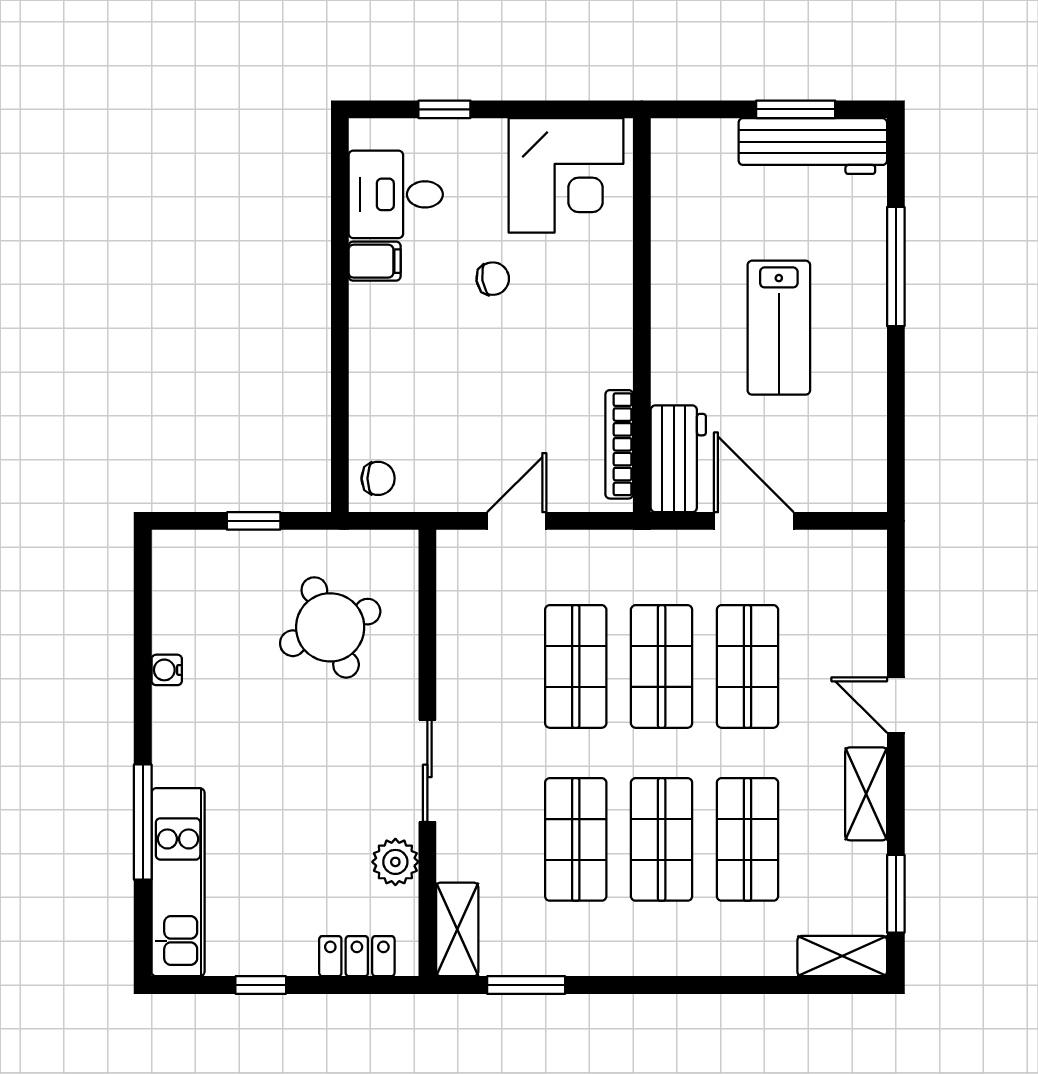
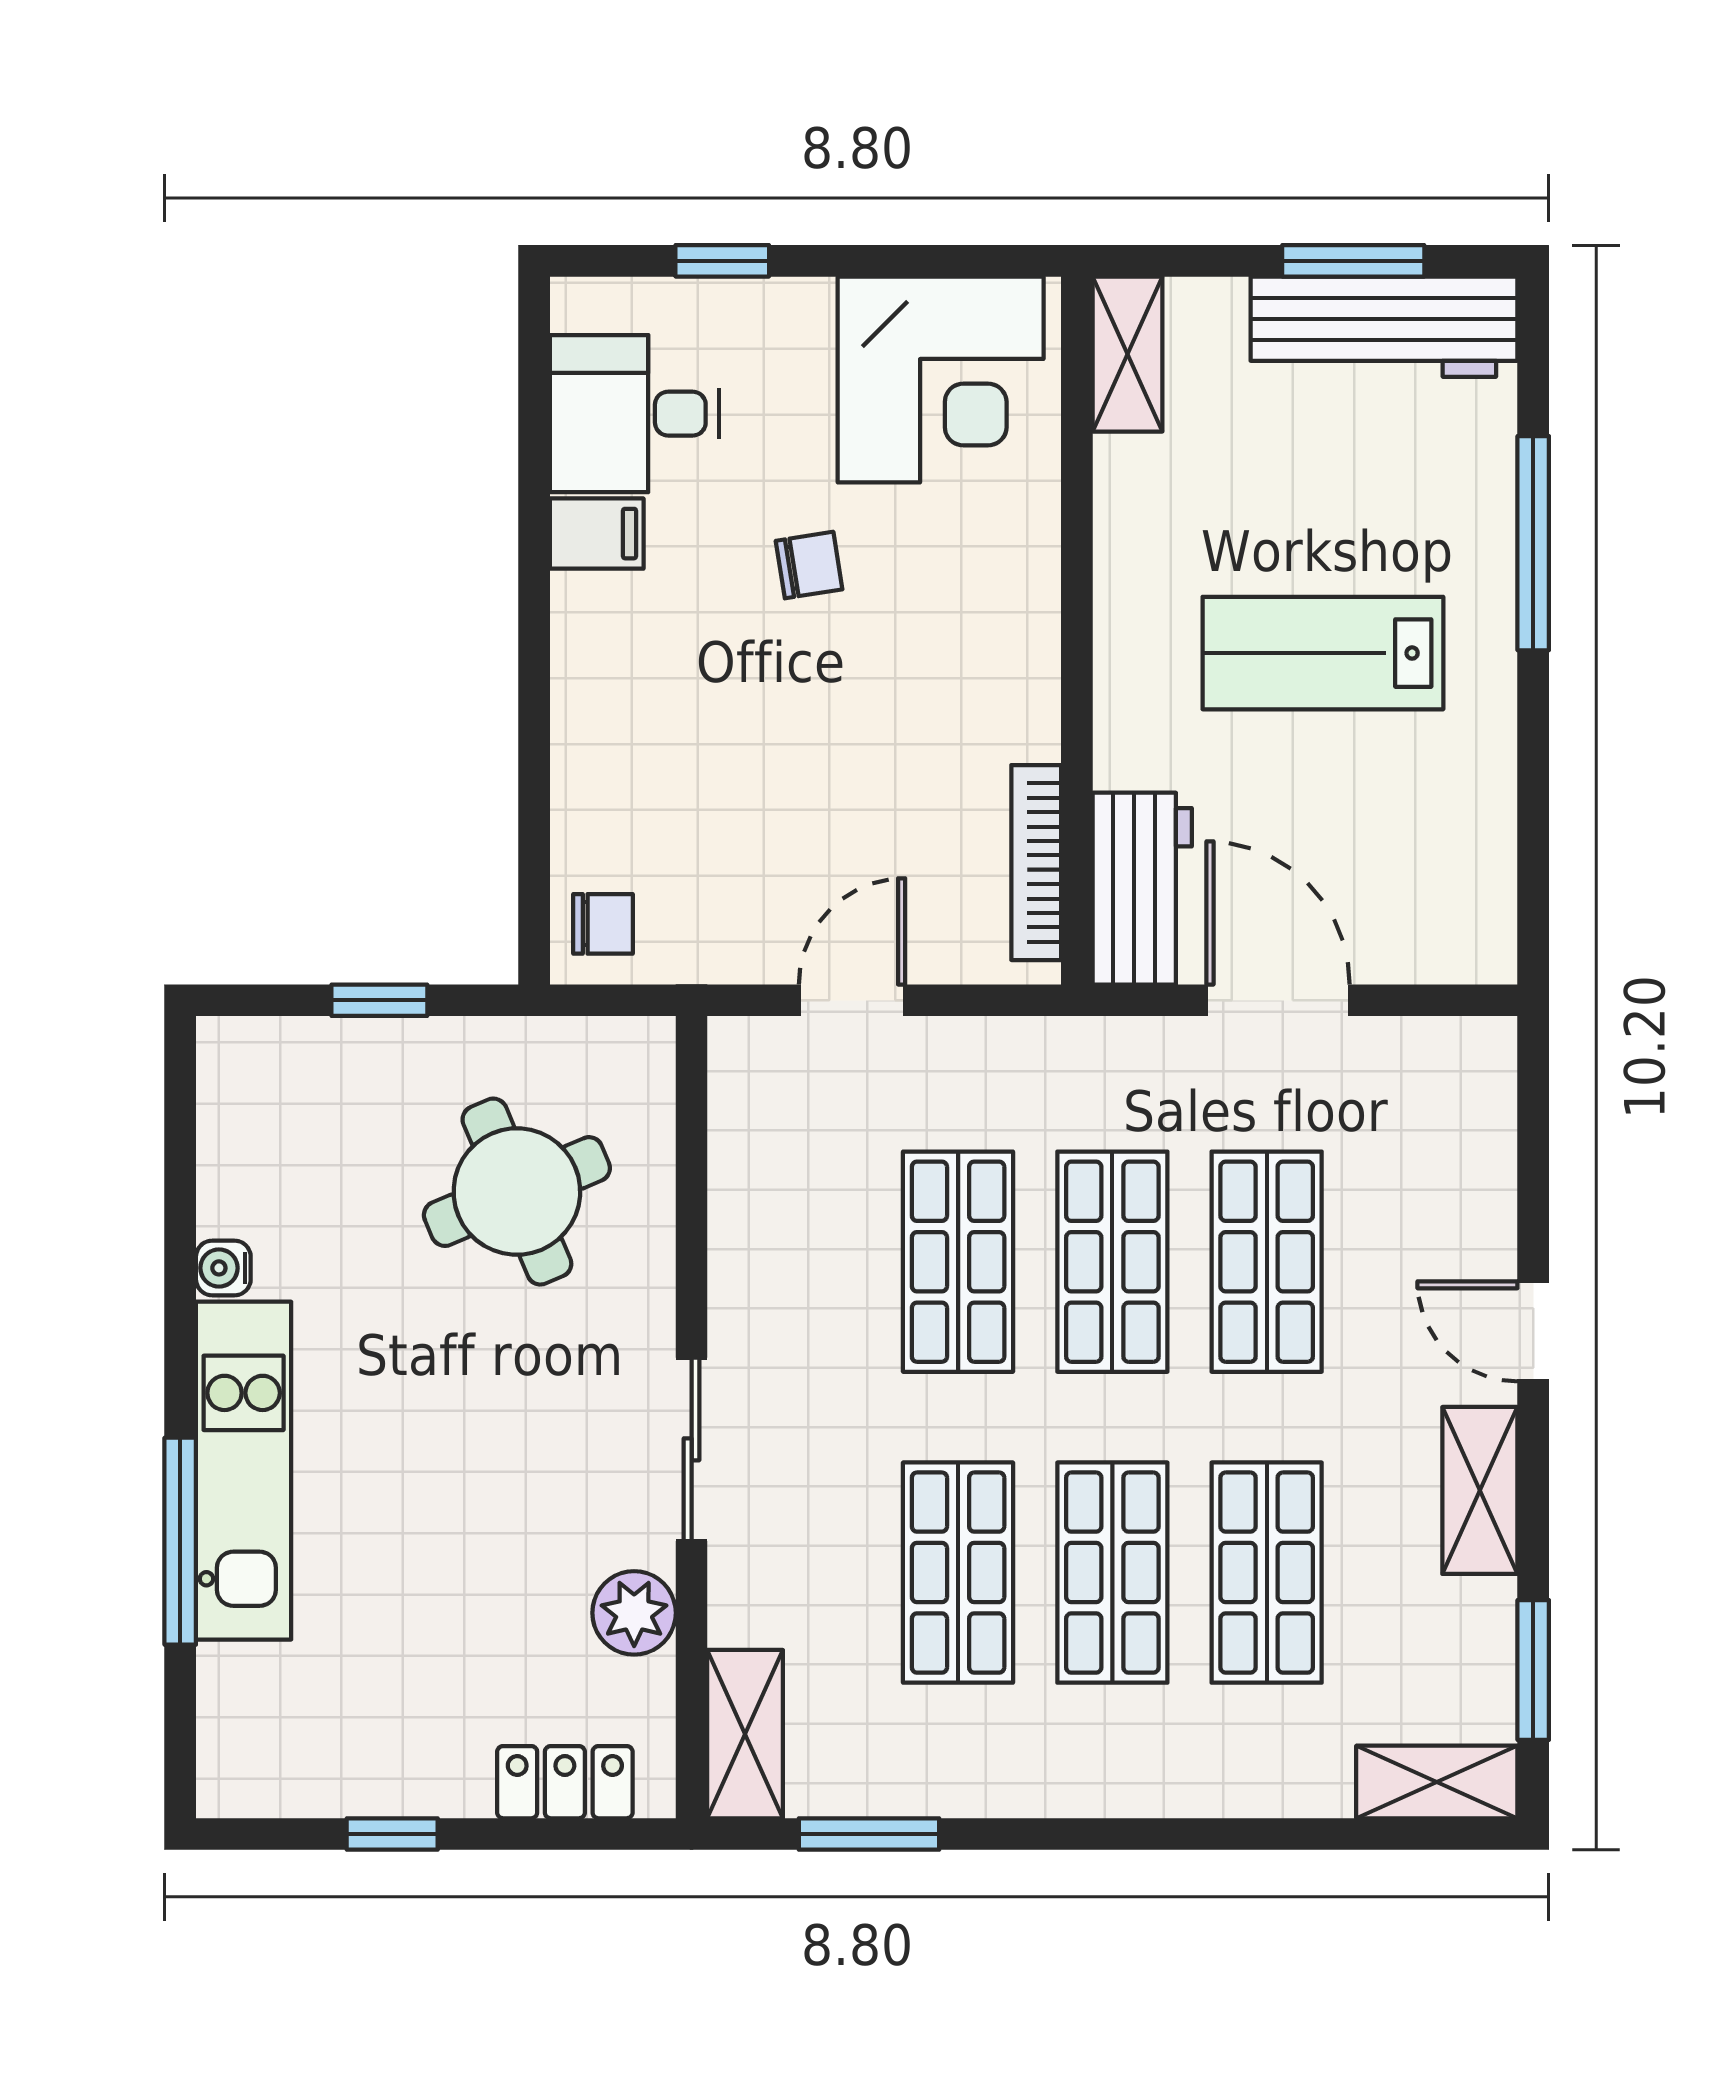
shelving: (670, 161) -> (1128, 354), added
lab bench: (779, 328) -> (1323, 653), turned 90
kitchen unit: (178, 882) -> (244, 1471), moved

